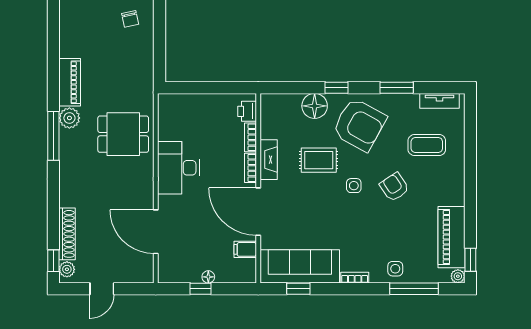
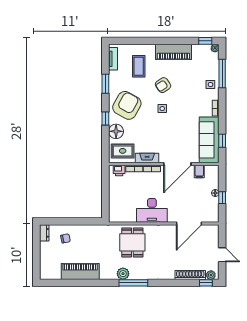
piano: (70, 82) -> (80, 271), moved, width x1.37, depth x1.33
rug: (319, 160) -> (123, 151), moved, turned 90
piano: (451, 237) -> (173, 52), moved

